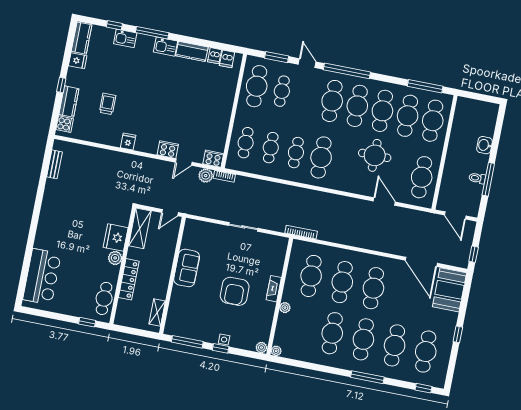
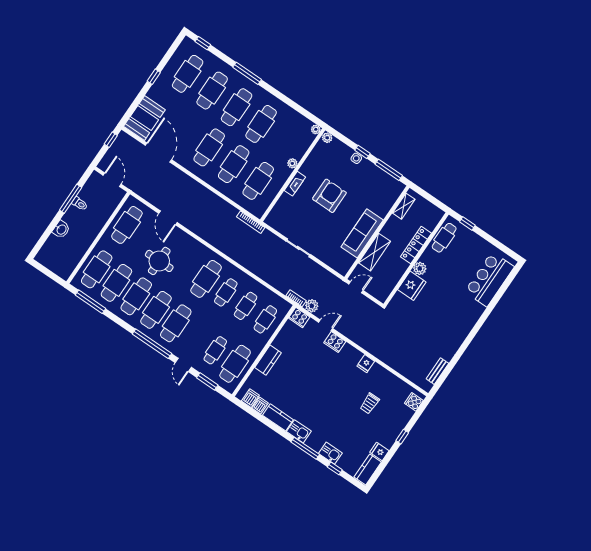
kitchen counter: (69, 102) -> (268, 360), moved, turned 180
shelving: (140, 228) -> (374, 252), moved
sofa: (187, 268) -> (362, 233), width x1.36

